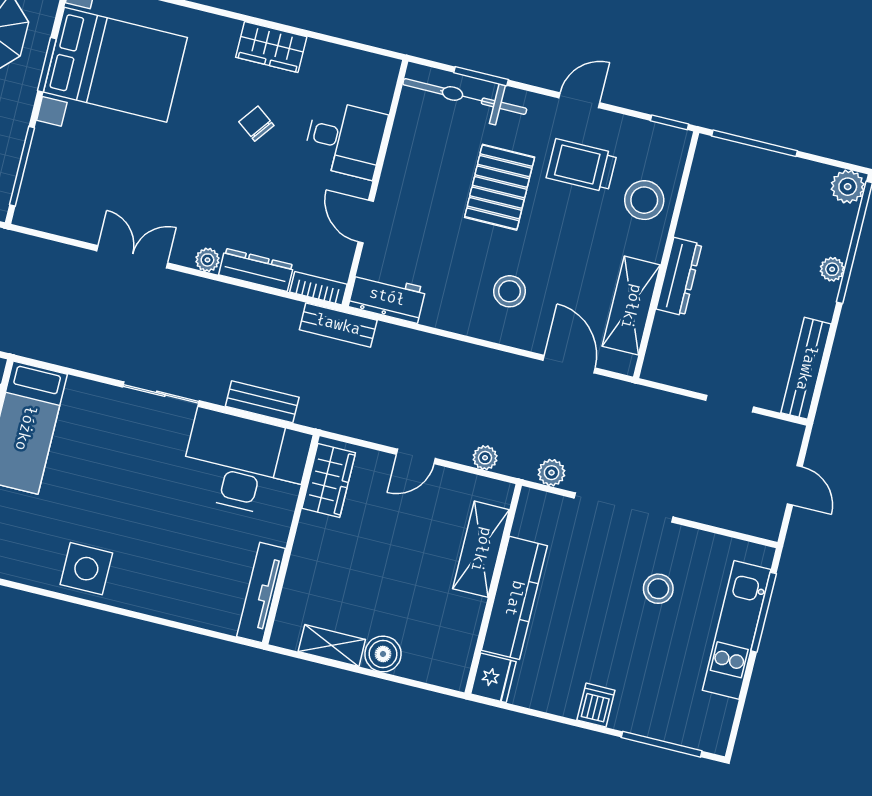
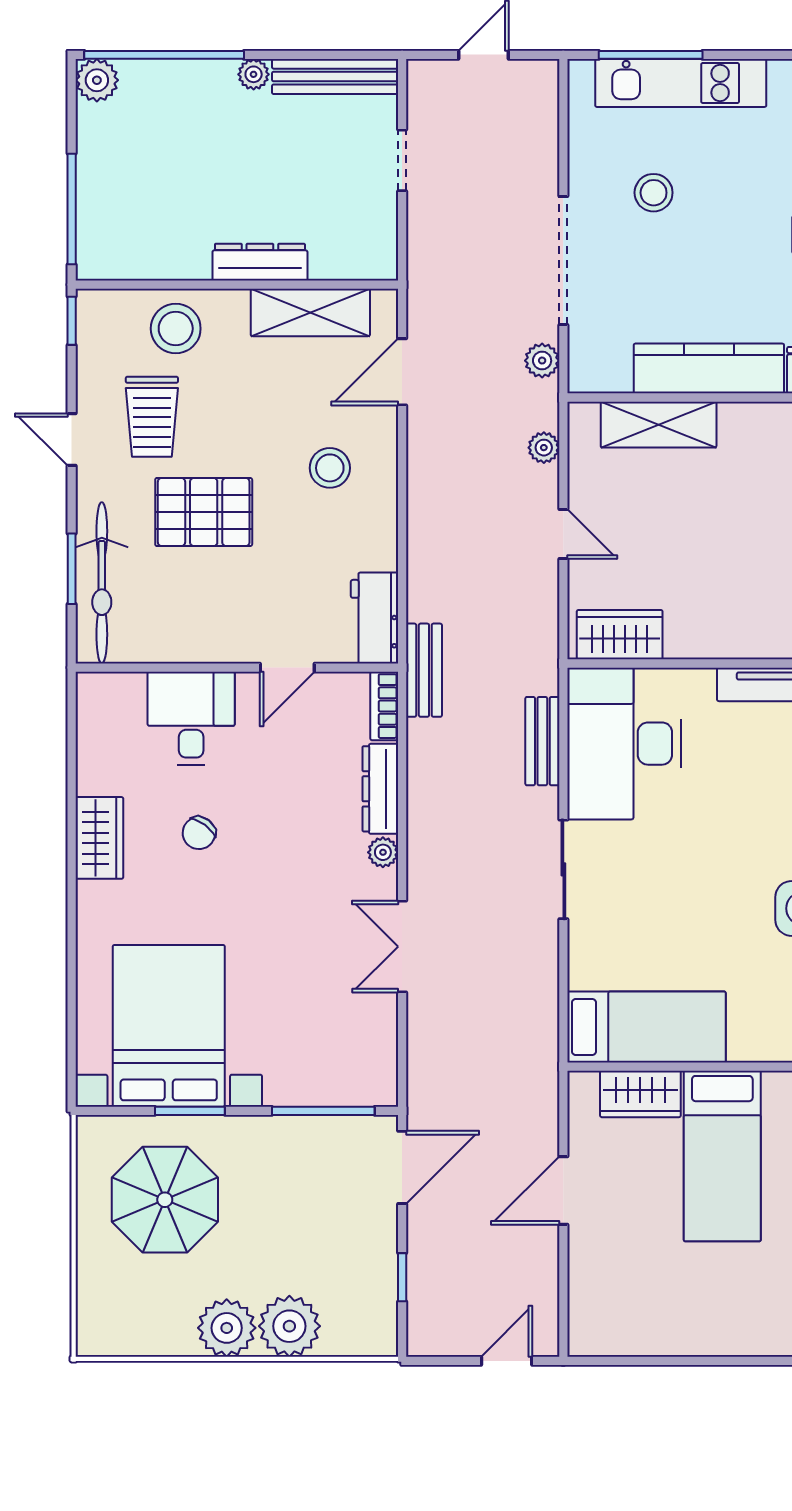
plant: (832, 269) -> (254, 74), moved

